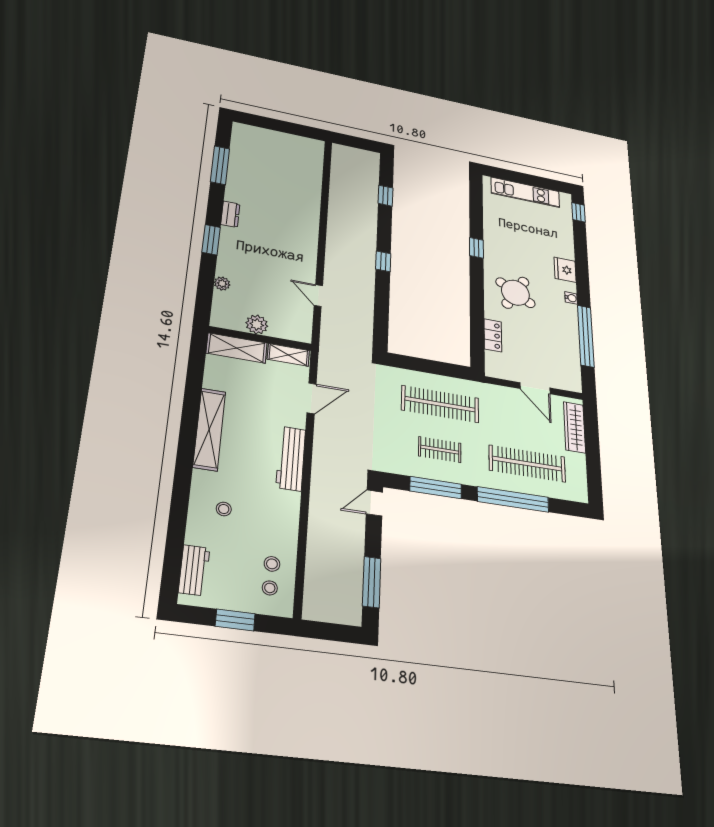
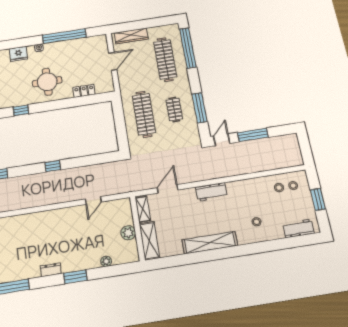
round table: (515, 293) -> (47, 82), turned -31
door: (312, 398) -> (168, 189), hinge flipped
workbench: (291, 458) -> (211, 192), width x0.73
window: (513, 499) -> (188, 48), moved
door: (374, 503) -> (222, 140), swing flipped
window: (372, 582) -> (253, 135), moved

